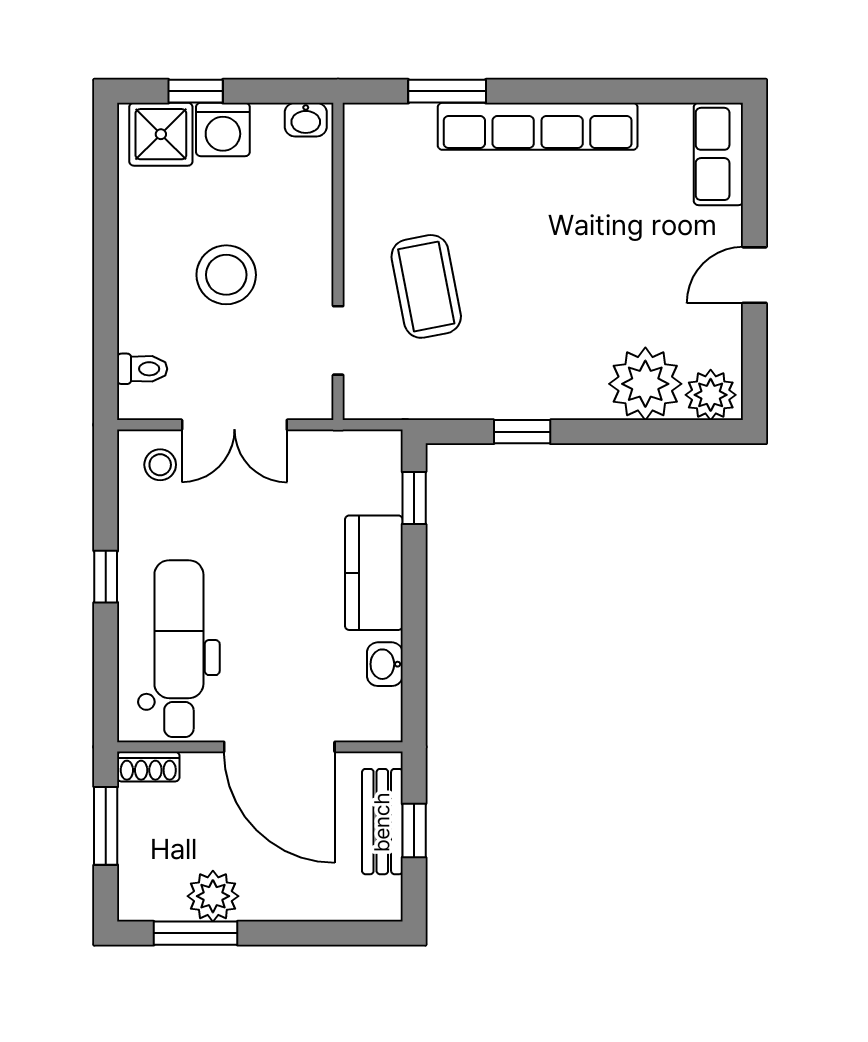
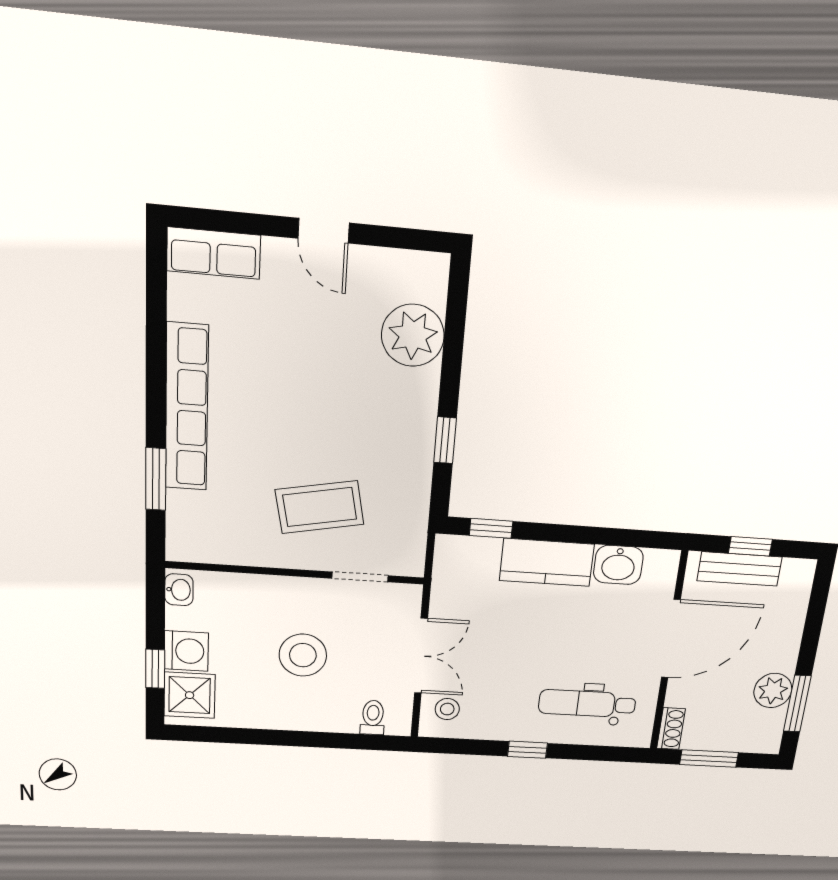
plant: (711, 395) -> (427, 280), removed
dental chair: (179, 649) -> (587, 704), width x0.73, depth x0.72
washbasin: (385, 664) -> (618, 565), width x1.38, depth x1.45

